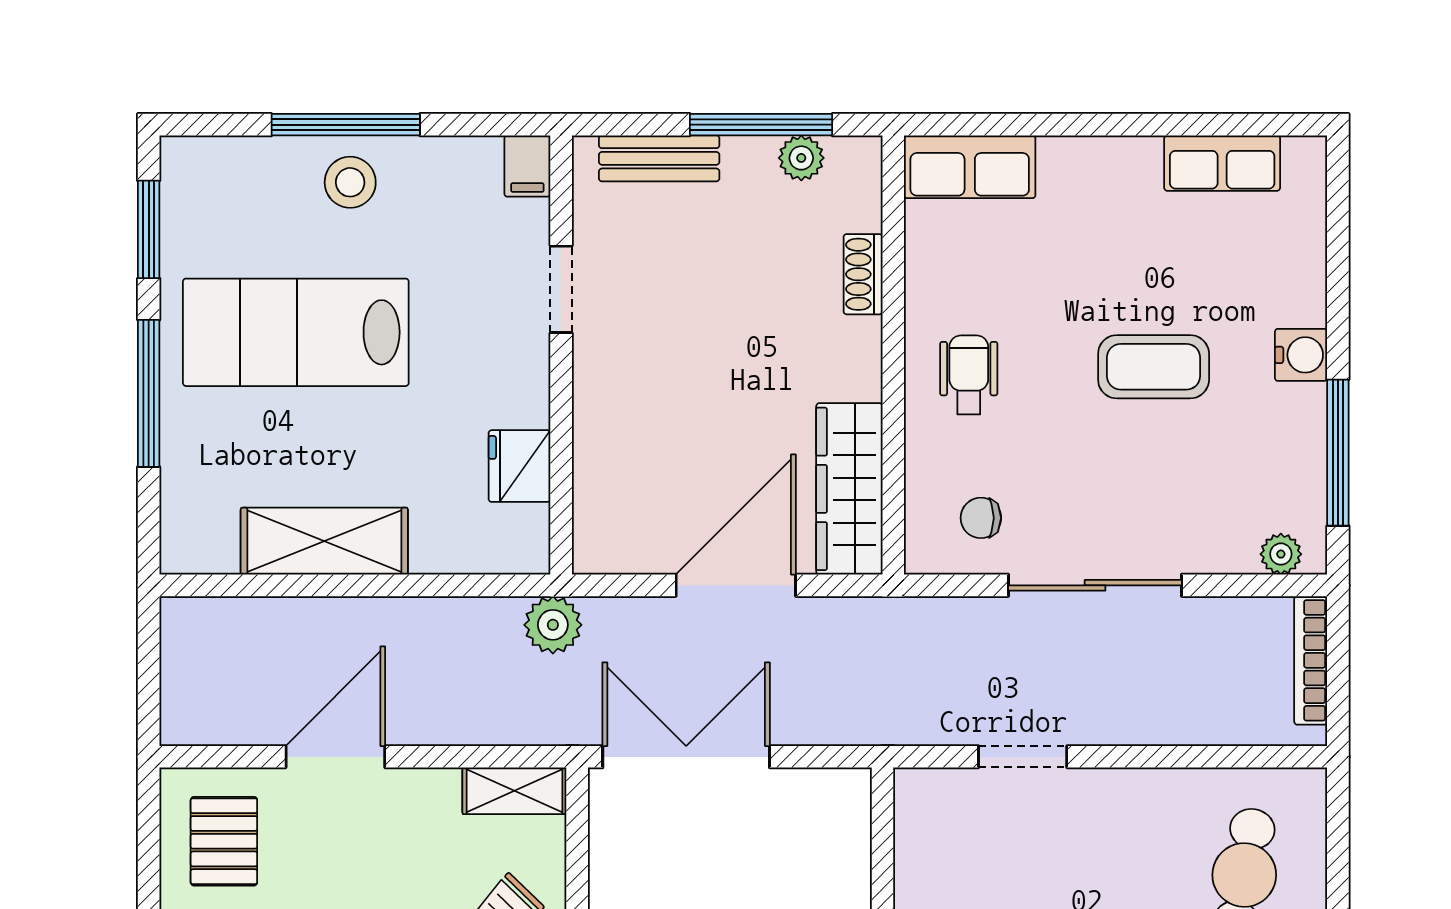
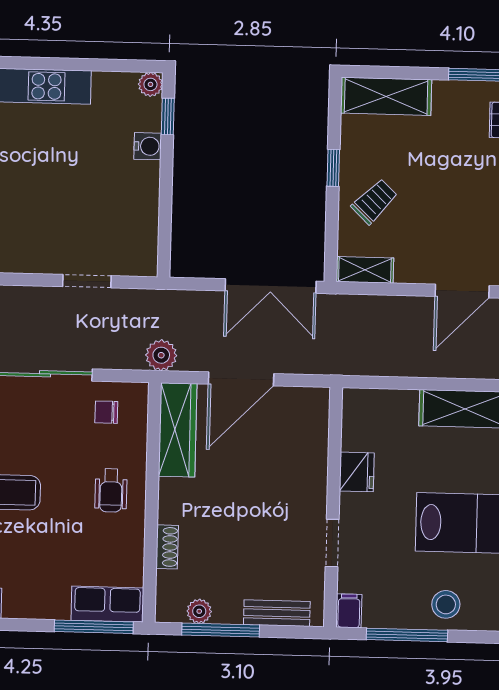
window: (346, 125) -> (407, 635), moved
window: (994, 125) -> (94, 627), added
fridge: (519, 466) -> (357, 472), moved
chair: (981, 518) -> (106, 412), turned 180
plant: (553, 625) -> (161, 355), moved

